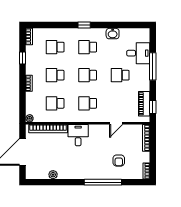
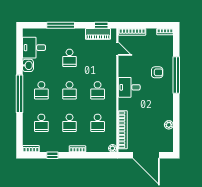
window: (84, 25) -> (19, 94), width x3.17
desk: (138, 53) -> (34, 48), moved, turned -90
door: (116, 123) -> (117, 49), moved
desk: (78, 135) -> (129, 87), moved
armchair: (119, 160) -> (157, 72), moved

